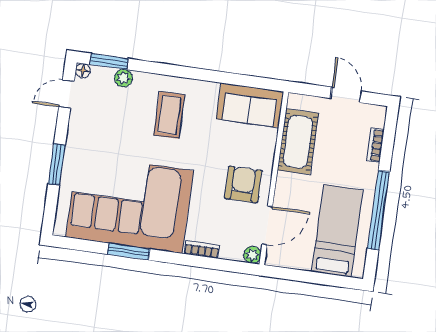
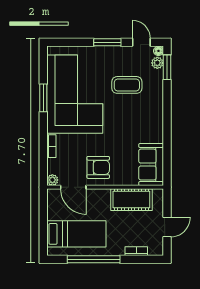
plant: (123, 78) -> (157, 63), moved
coffee table: (169, 115) -> (127, 85), moved
window: (57, 164) -> (107, 42), moved

